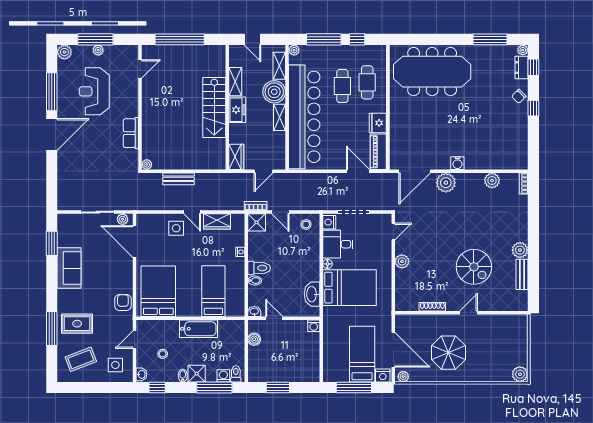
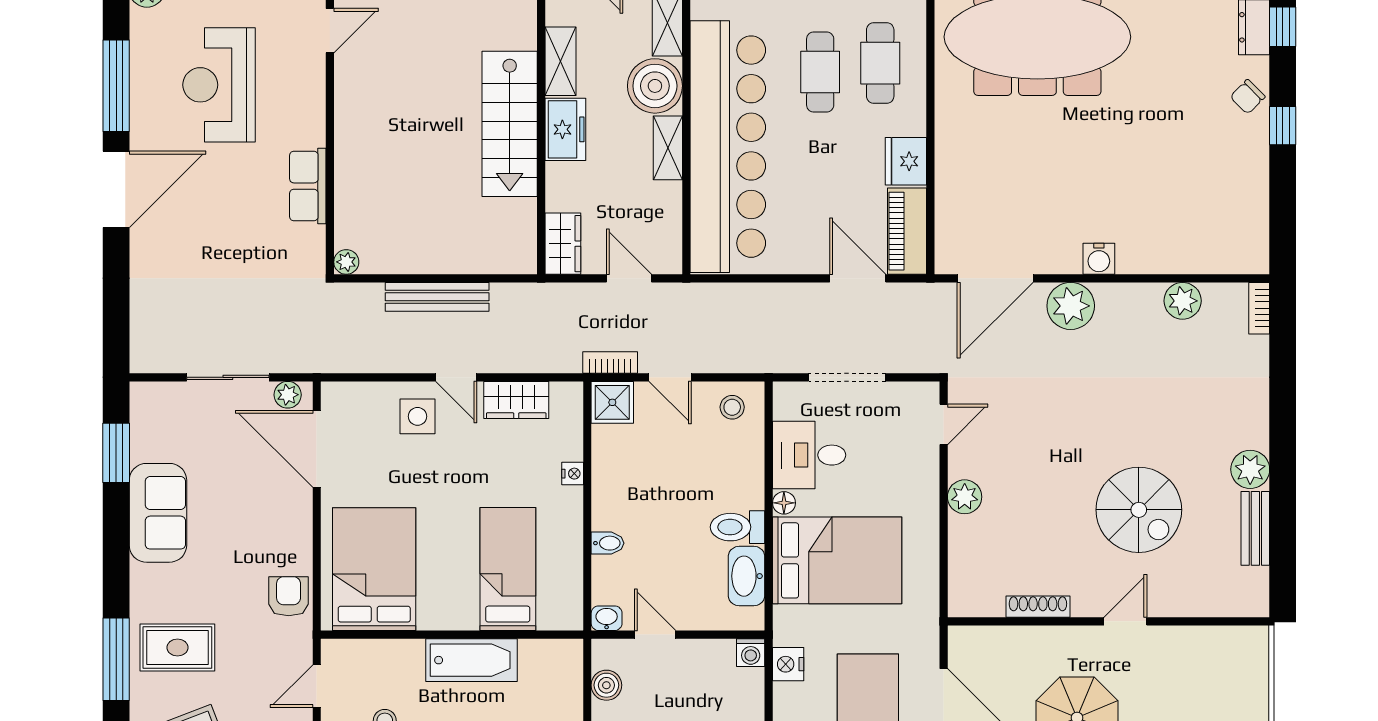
door: (263, 171) -> (629, 278), swing flipped
bench: (179, 179) -> (437, 297), width x1.36
nightstand: (329, 222) -> (788, 664), moved
toilet: (259, 268) -> (738, 527), moved, turned 180

